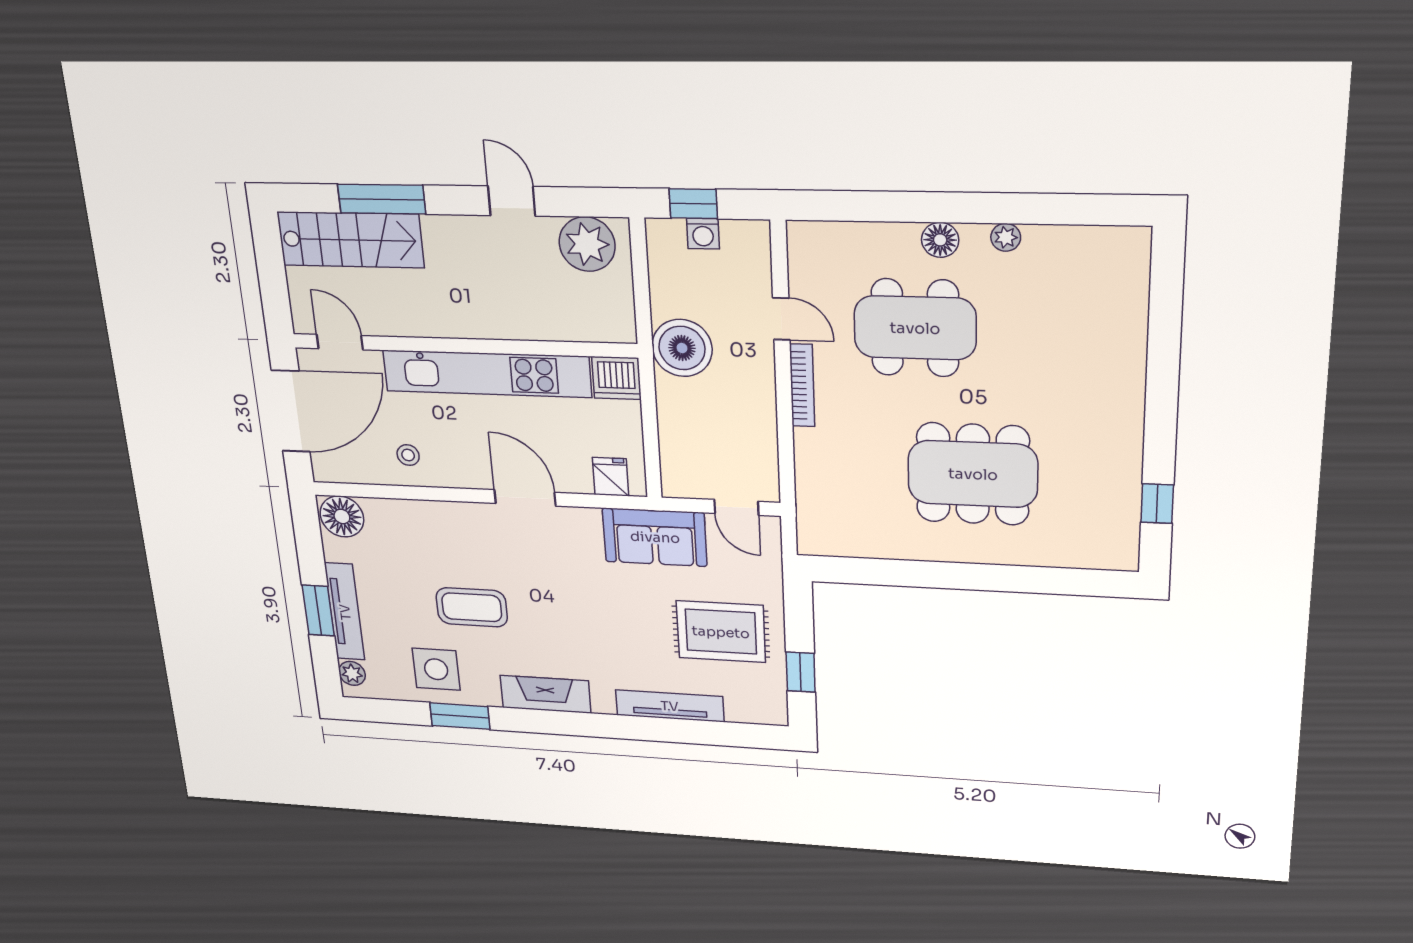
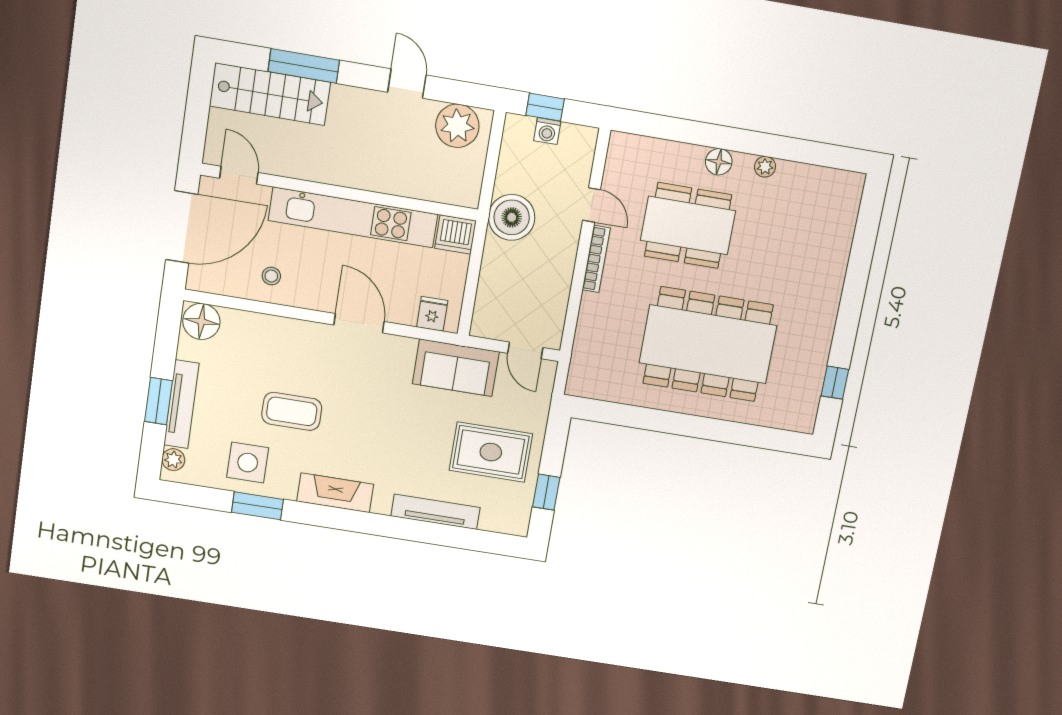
dining table: (973, 474) -> (708, 344), width x1.36, depth x1.24

